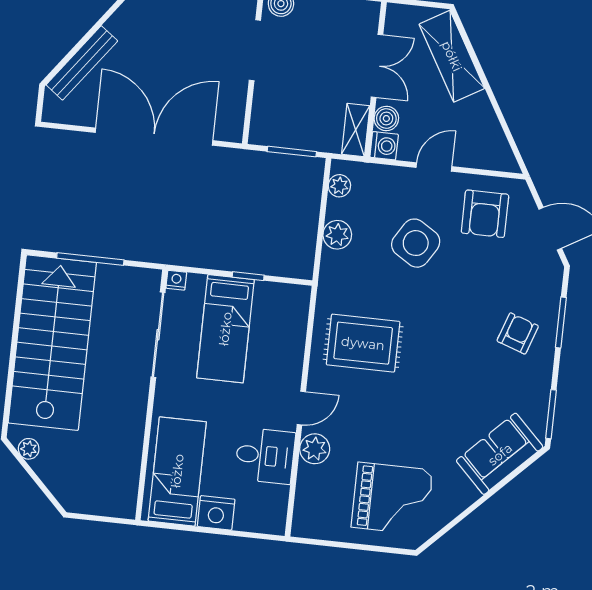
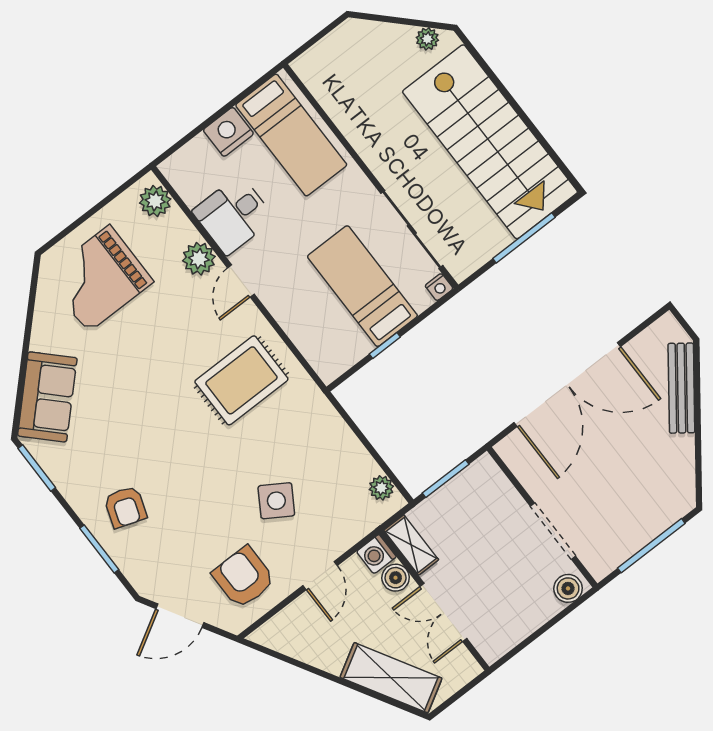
plant: (337, 235) -> (155, 201), moved
side table: (416, 243) -> (276, 501), width x0.73, depth x0.73

